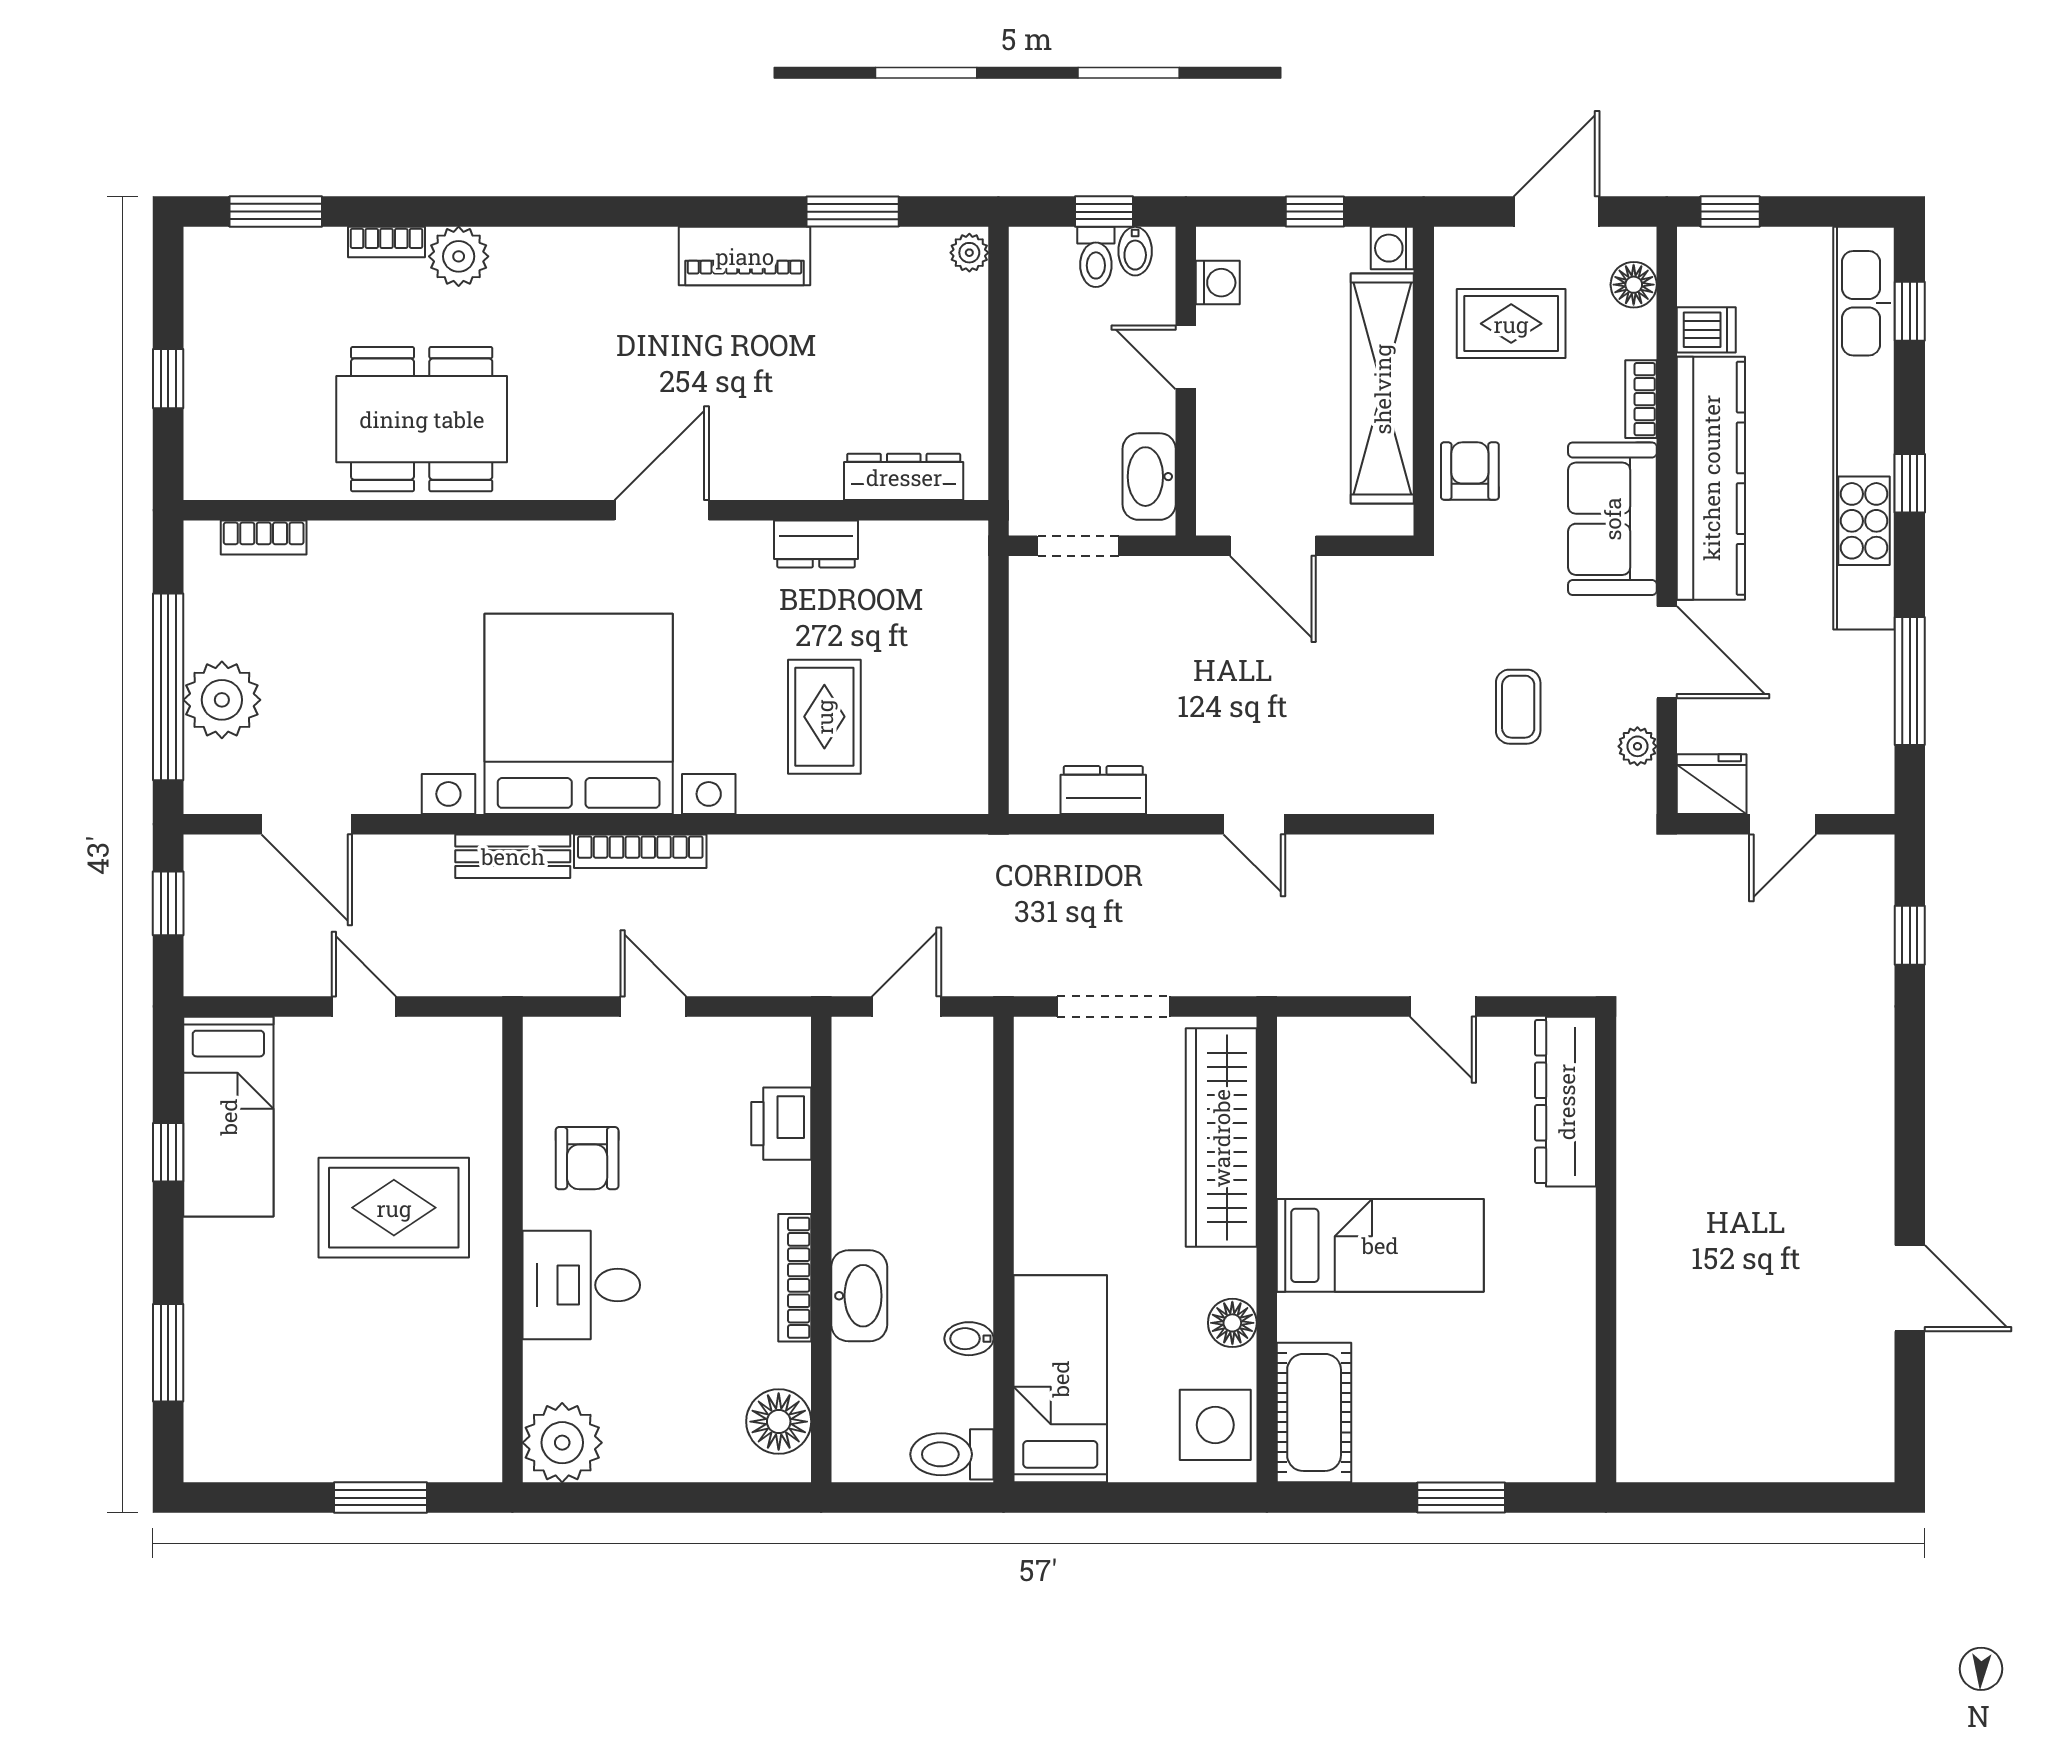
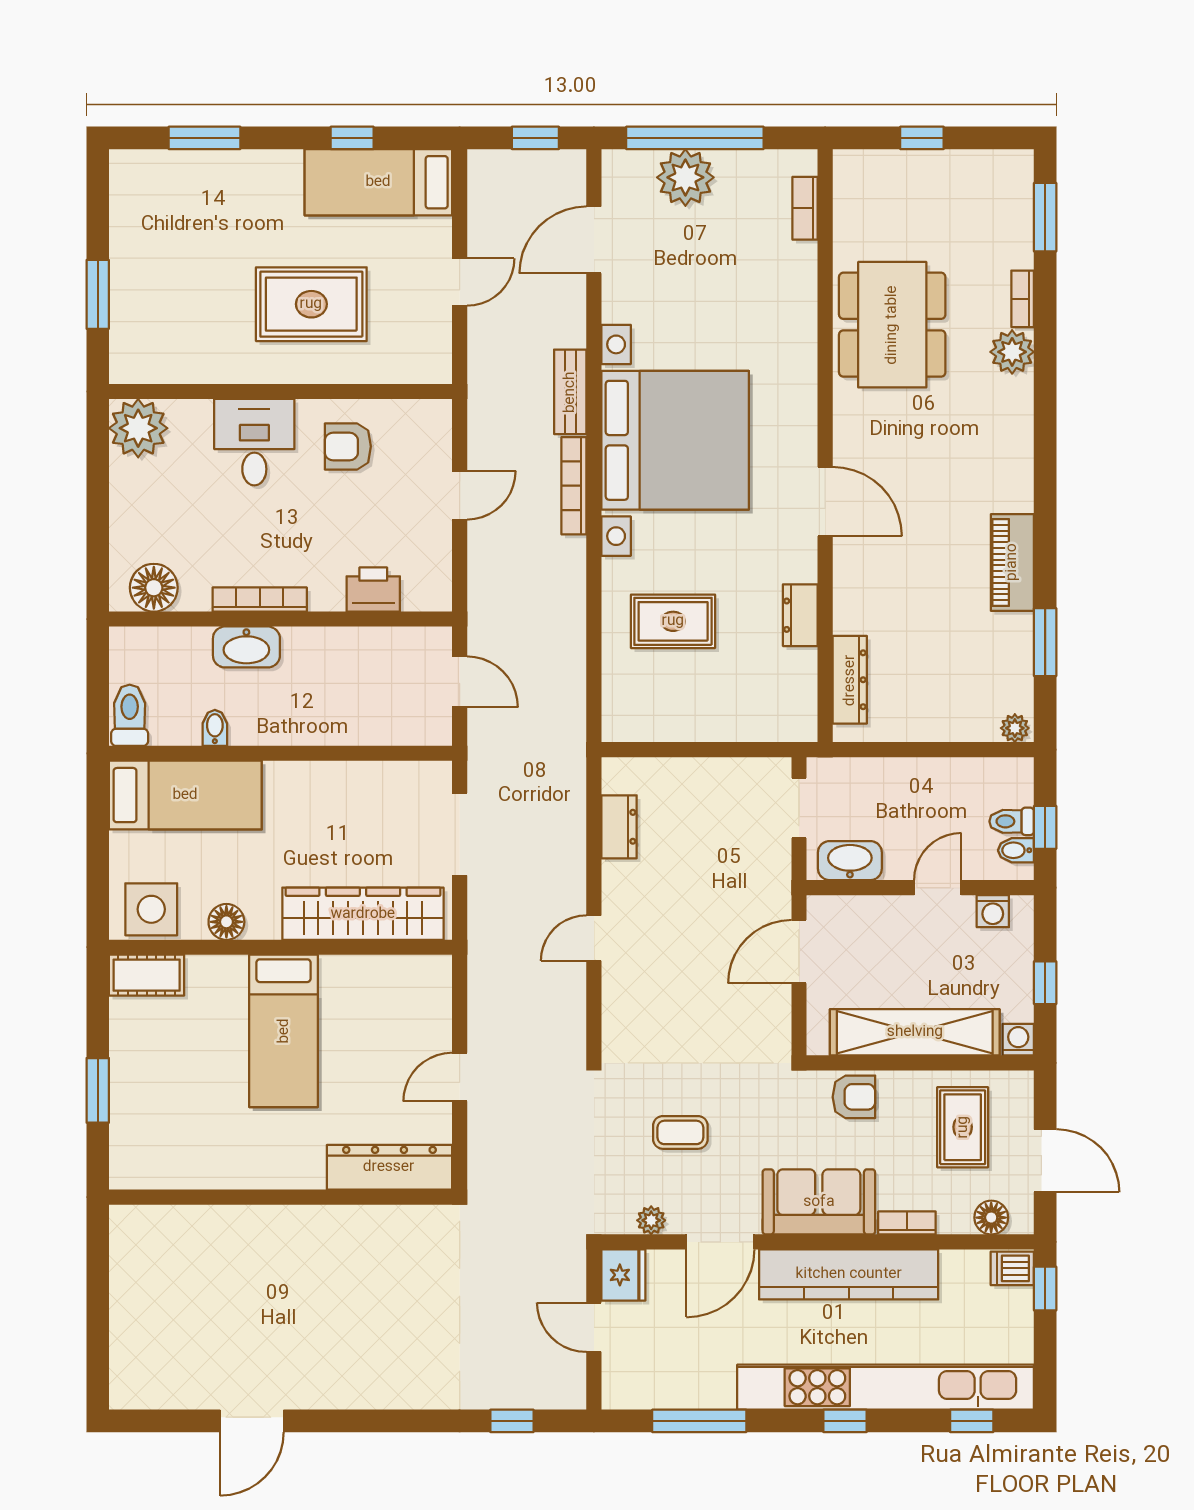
dishwasher: (1706, 330) -> (1012, 1268), moved, turned 90
rug: (394, 1208) -> (311, 304), turned 90
cot: (1314, 1412) -> (147, 975), width x0.73, depth x0.75

